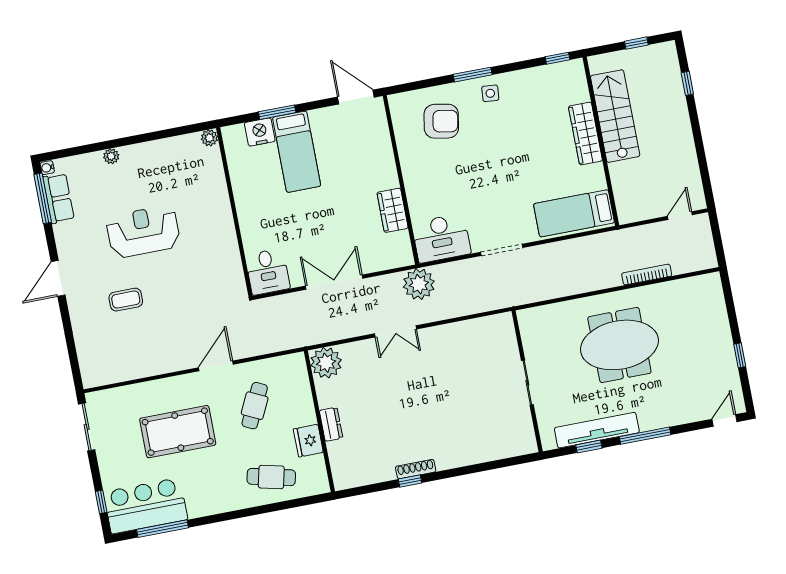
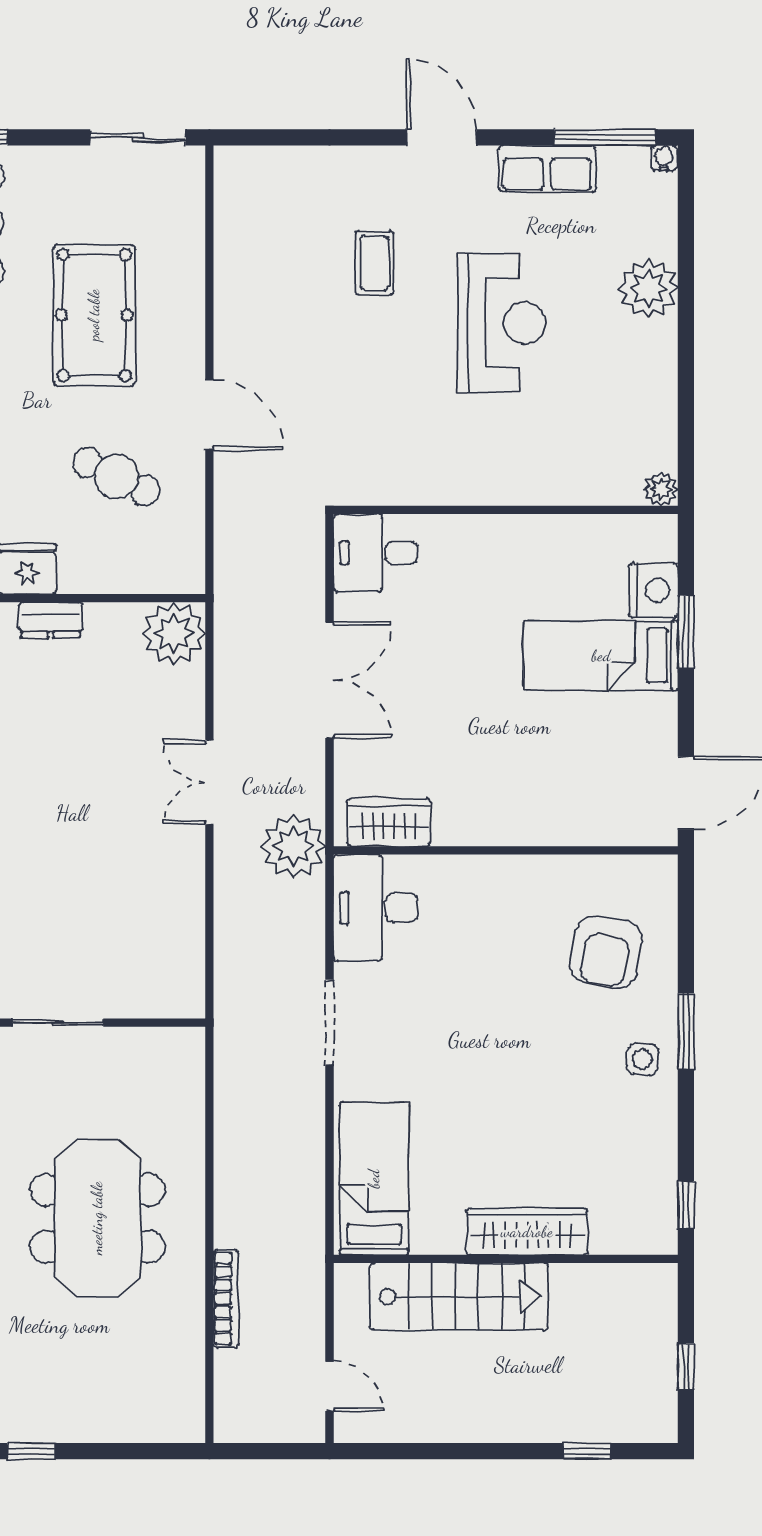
stairs: (615, 116) -> (459, 1297), moved
plant: (111, 156) -> (648, 289), width x1.88, depth x1.88
row of seats: (58, 198) -> (547, 169), moved
wardrobe: (393, 210) -> (389, 822), moved

